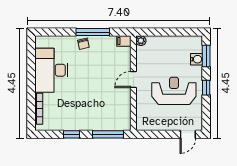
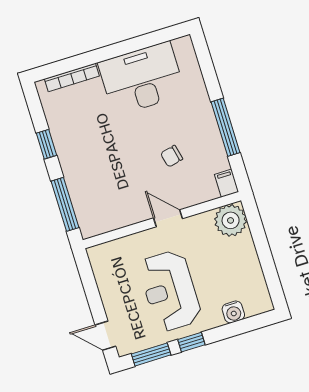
plant: (141, 41) -> (231, 220), width x1.88, depth x1.88
chair: (83, 44) -> (172, 156), moved
window: (206, 56) -> (151, 354), moved
reception desk: (174, 91) -> (170, 291), turned 180

